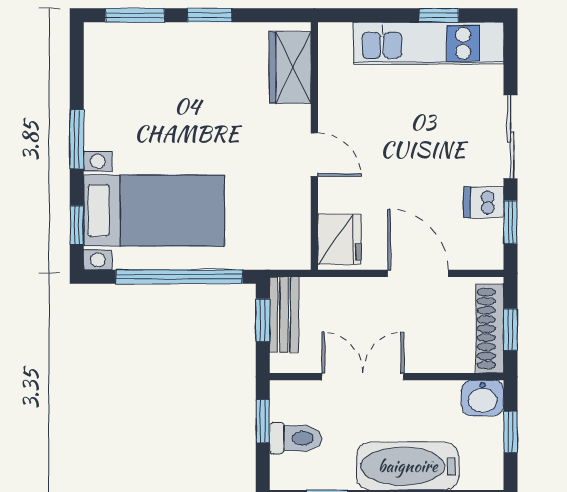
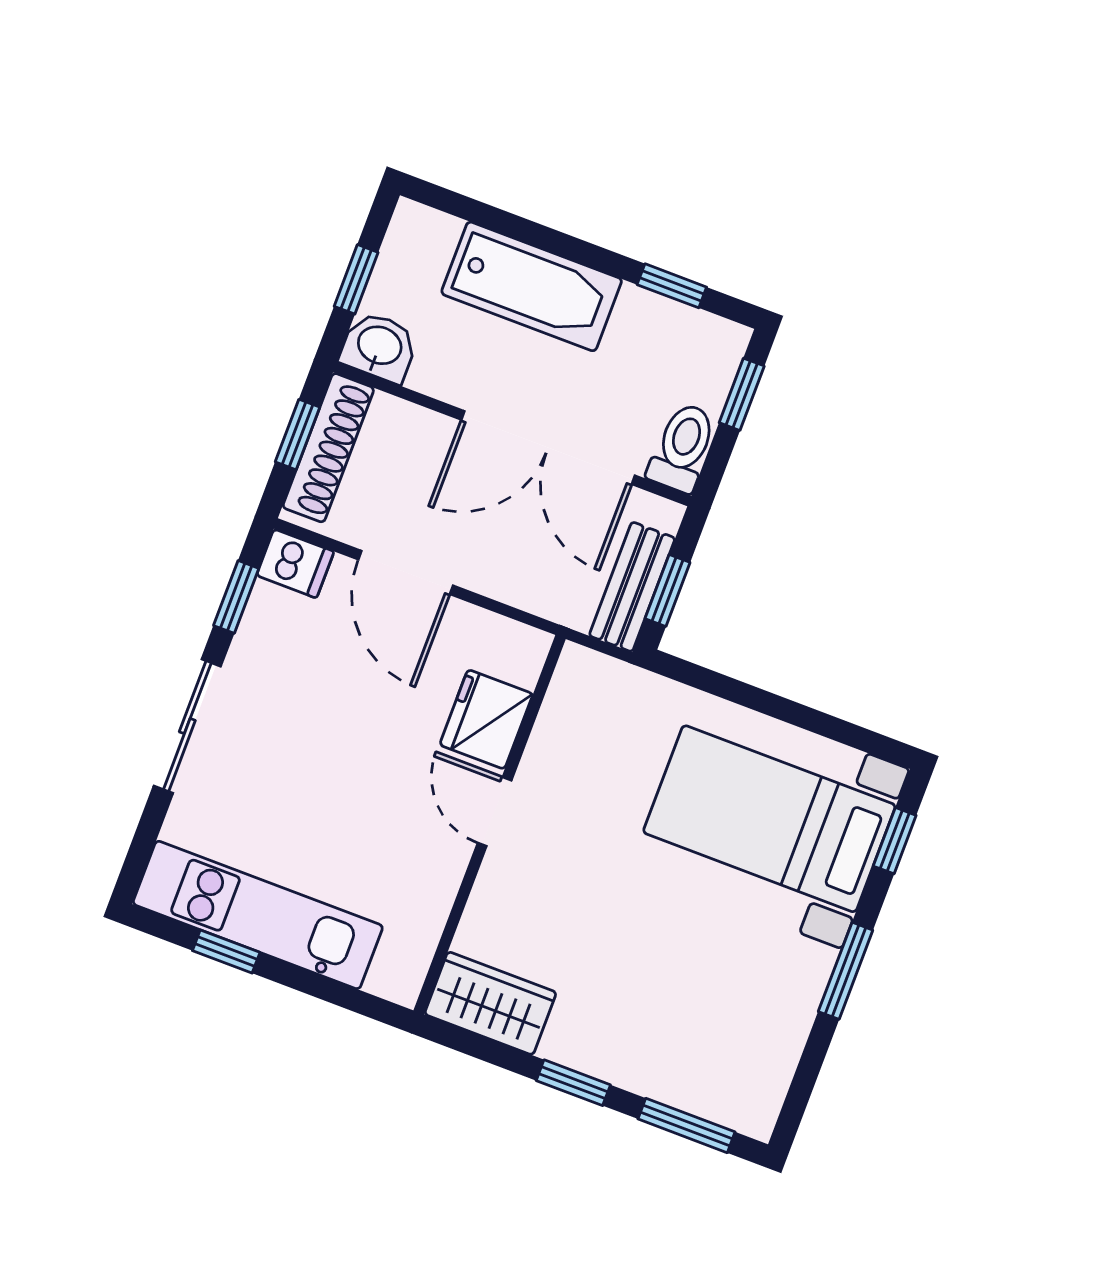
wardrobe: (290, 67) -> (490, 1003), moved, turned -90
dishwasher: (484, 202) -> (295, 564), moved
fridge: (339, 239) -> (486, 719), moved
window: (179, 277) -> (769, 704), removed
double door: (363, 377) -> (548, 448), width x1.37
window: (263, 421) -> (742, 394), moved
toilet: (296, 438) -> (682, 448), moved, turned 90

